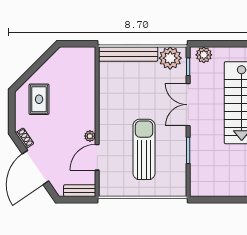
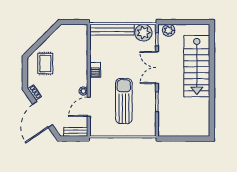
barbecue: (106, 108) -> (95, 70), added

